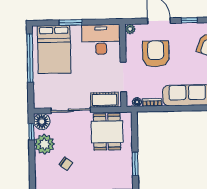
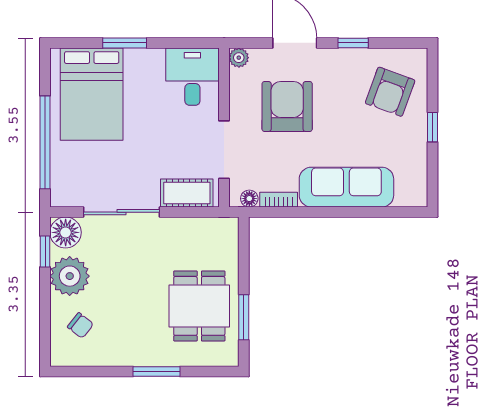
desk: (101, 39) -> (192, 77), width x0.73
window: (30, 58) -> (45, 142), moved
dining table: (107, 132) -> (199, 306), moved
chair: (66, 164) -> (80, 325), moved

